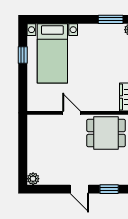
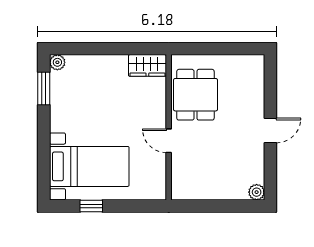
door: (71, 113) -> (169, 141), hinge flipped
window: (109, 189) -> (270, 91), removed

